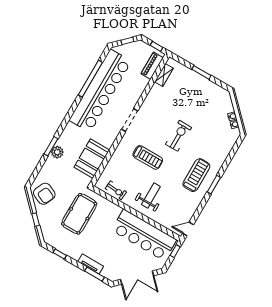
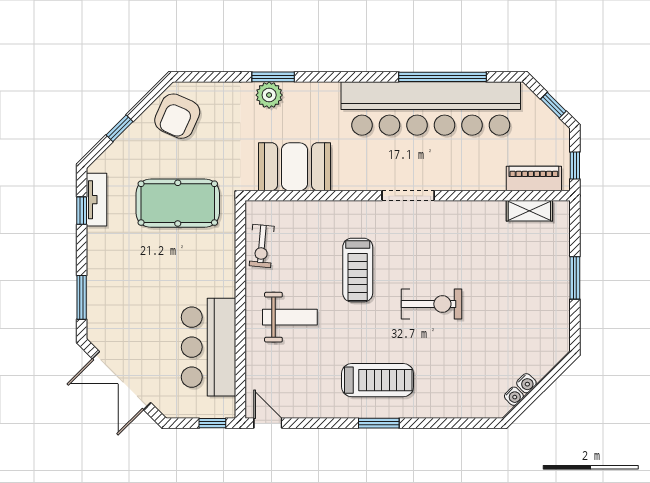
bar counter: (144, 235) -> (209, 347), width x0.73
tv unit: (91, 264) -> (96, 200), moved

